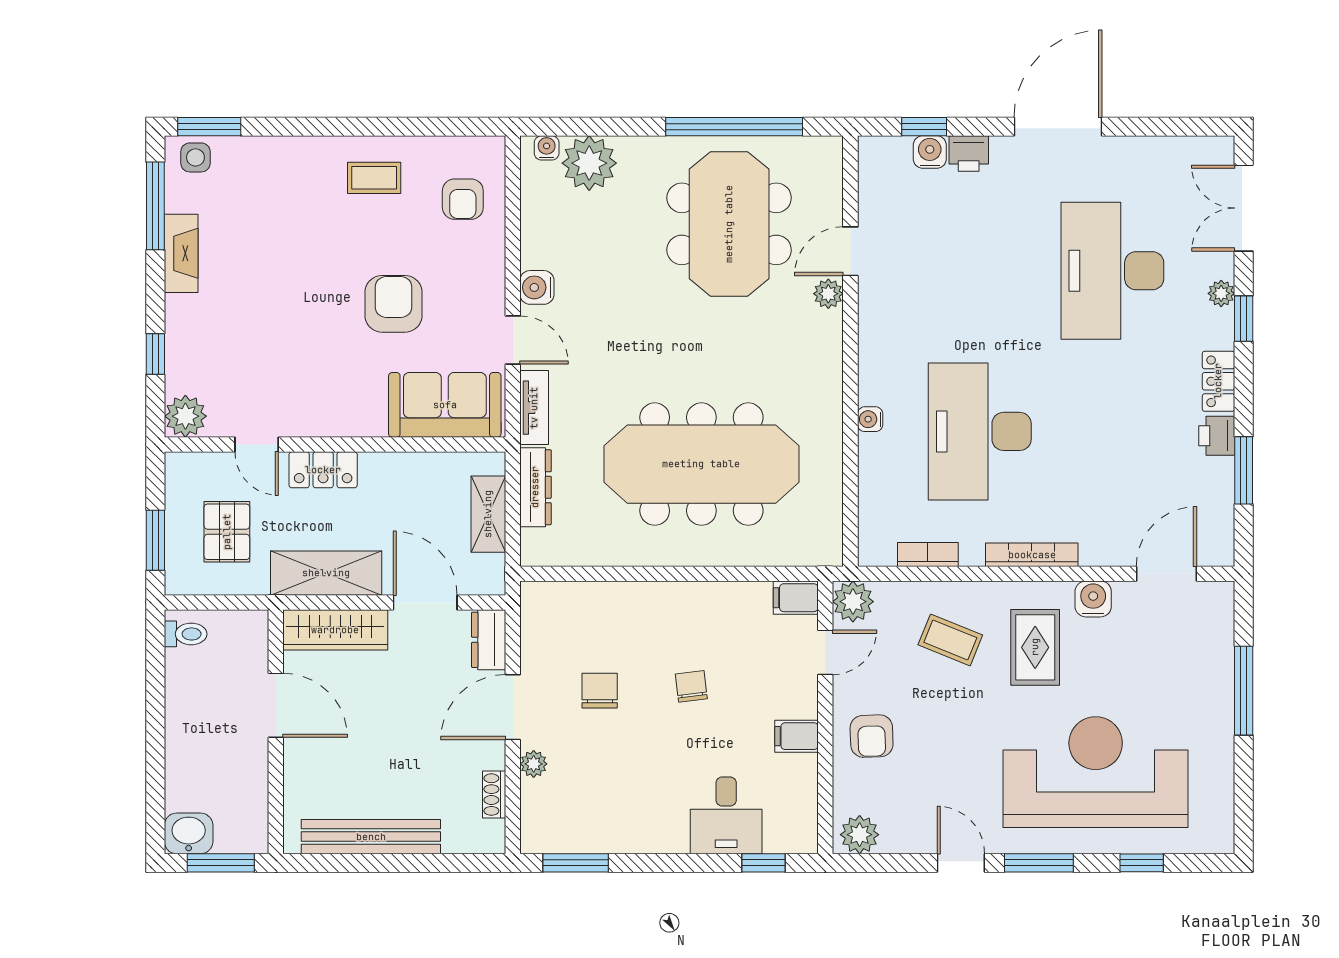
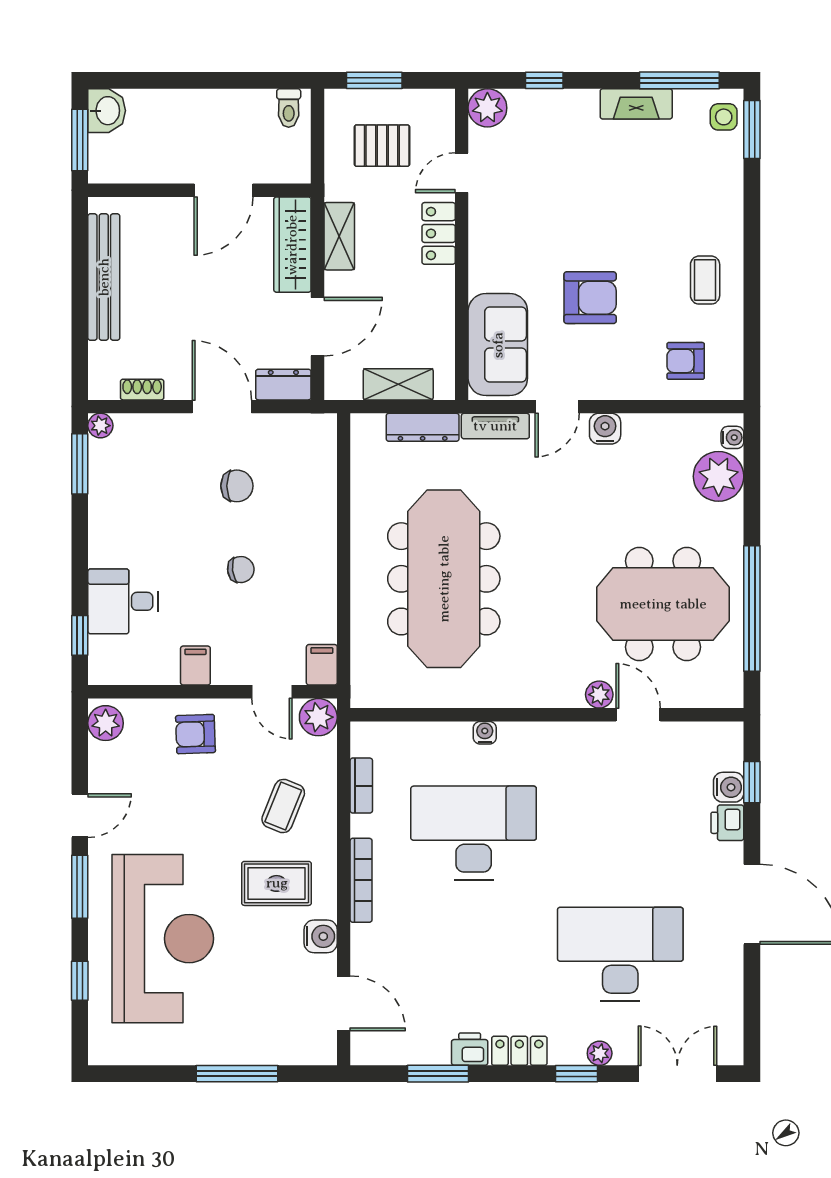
shelving: (326, 573) -> (339, 236), width x0.67, depth x0.75
plant: (534, 764) -> (100, 426), moved

